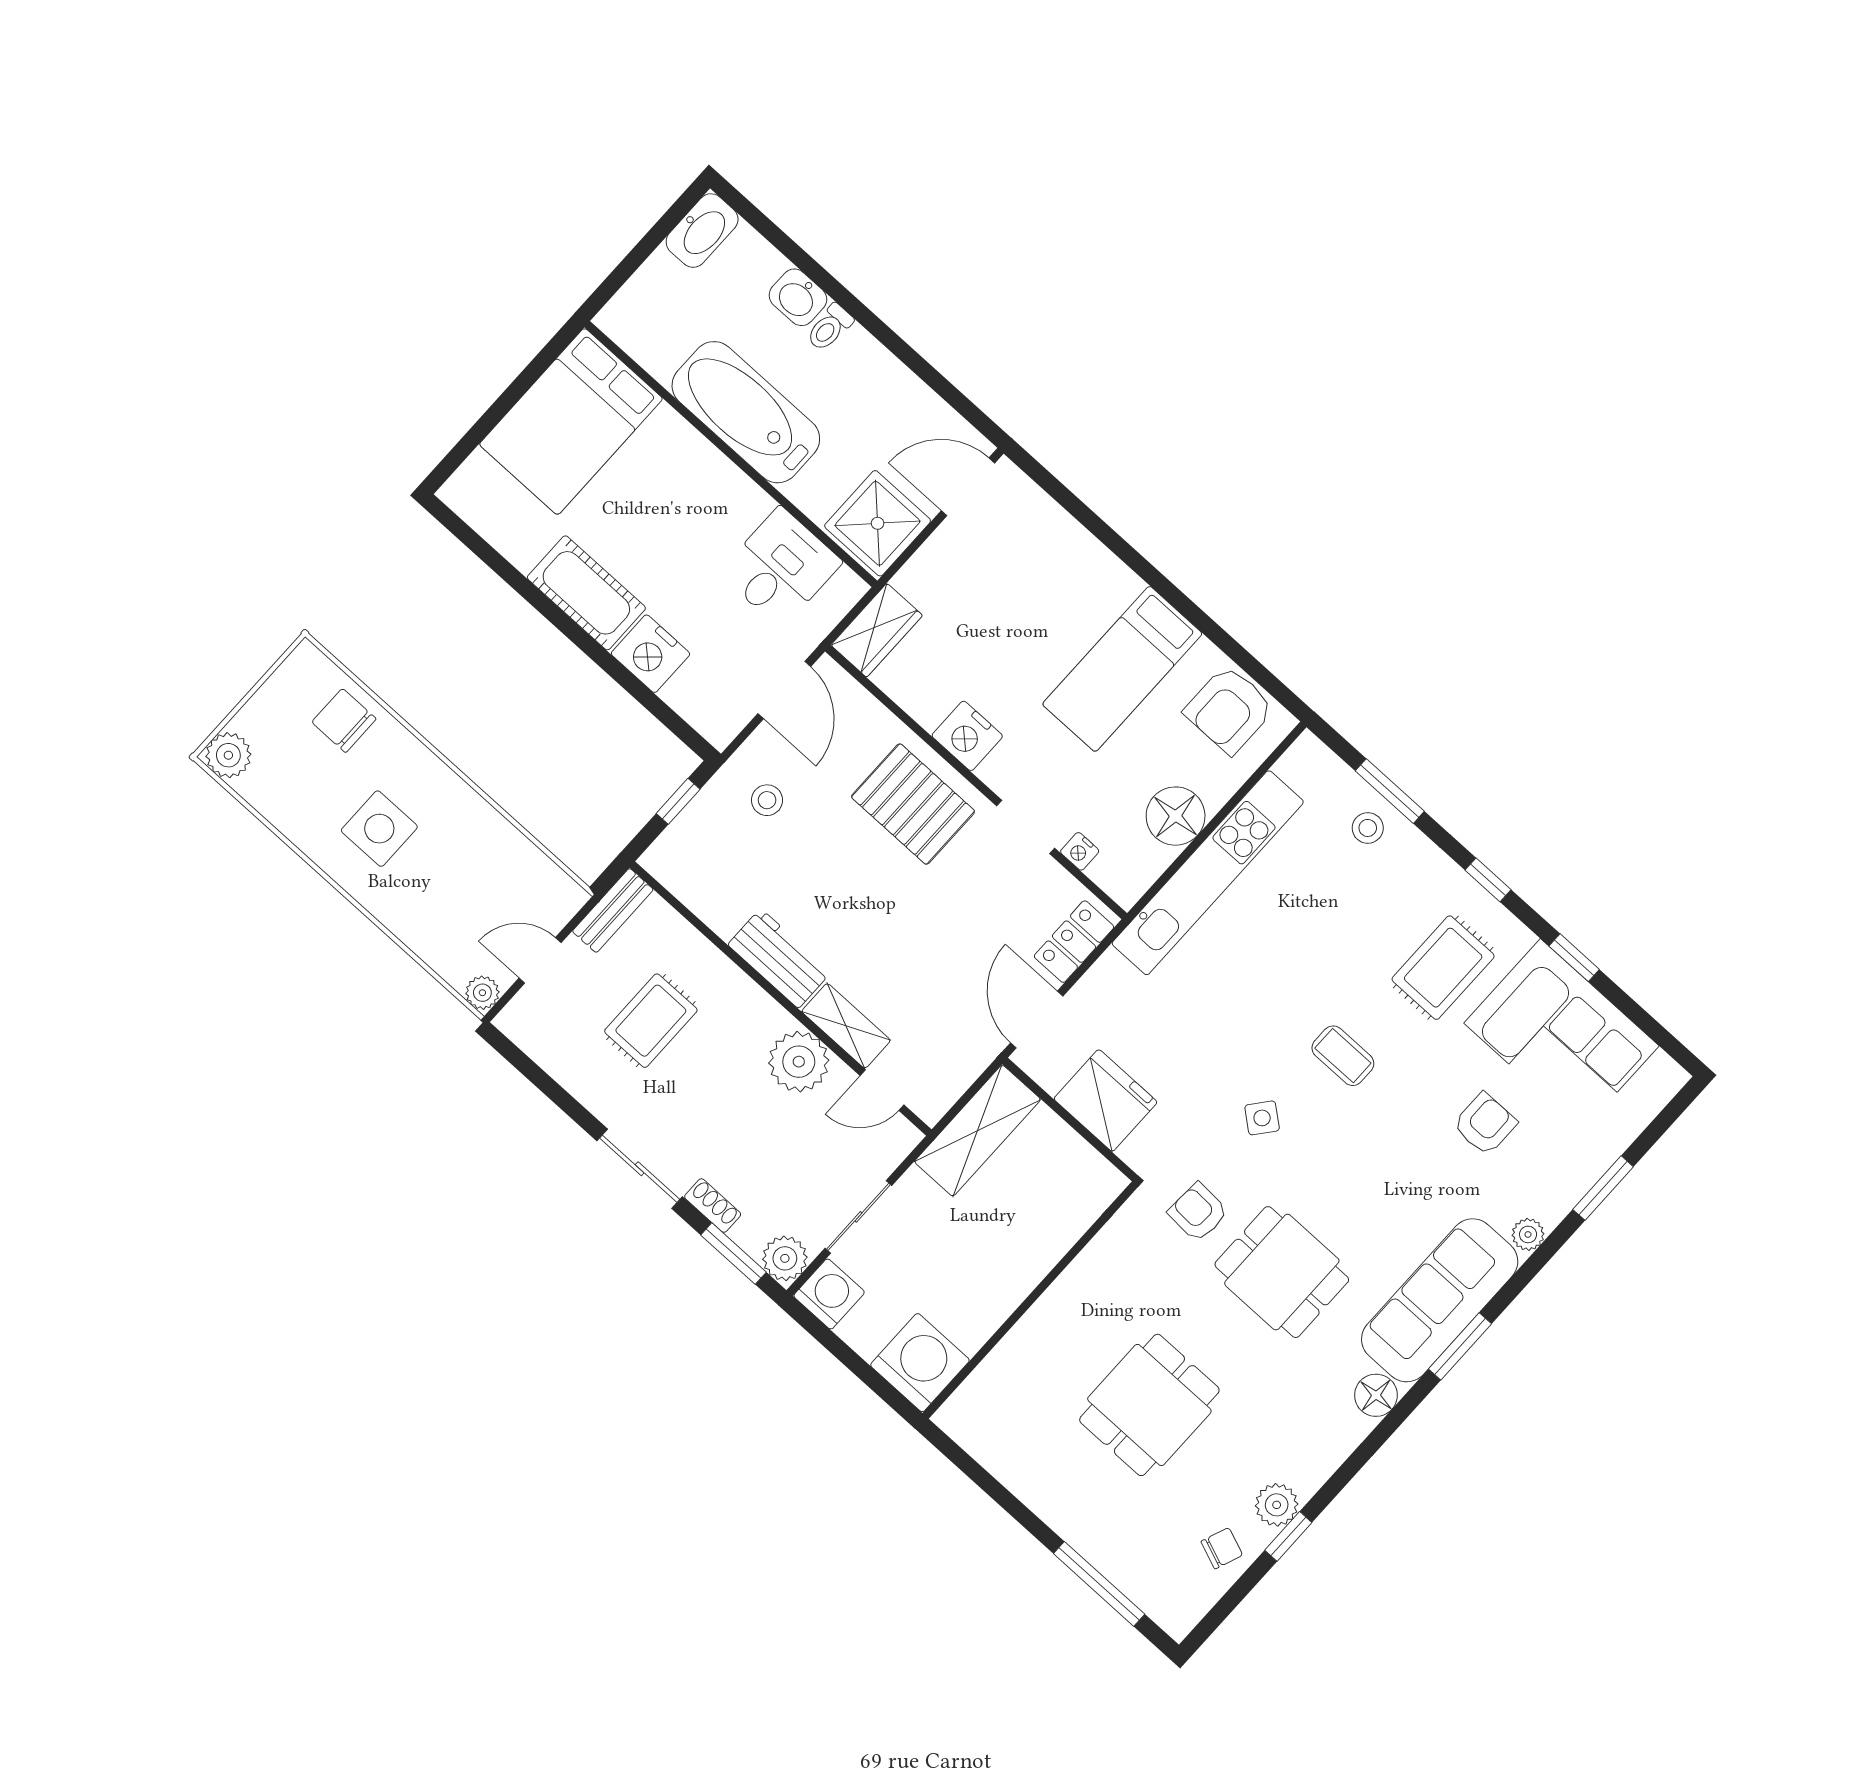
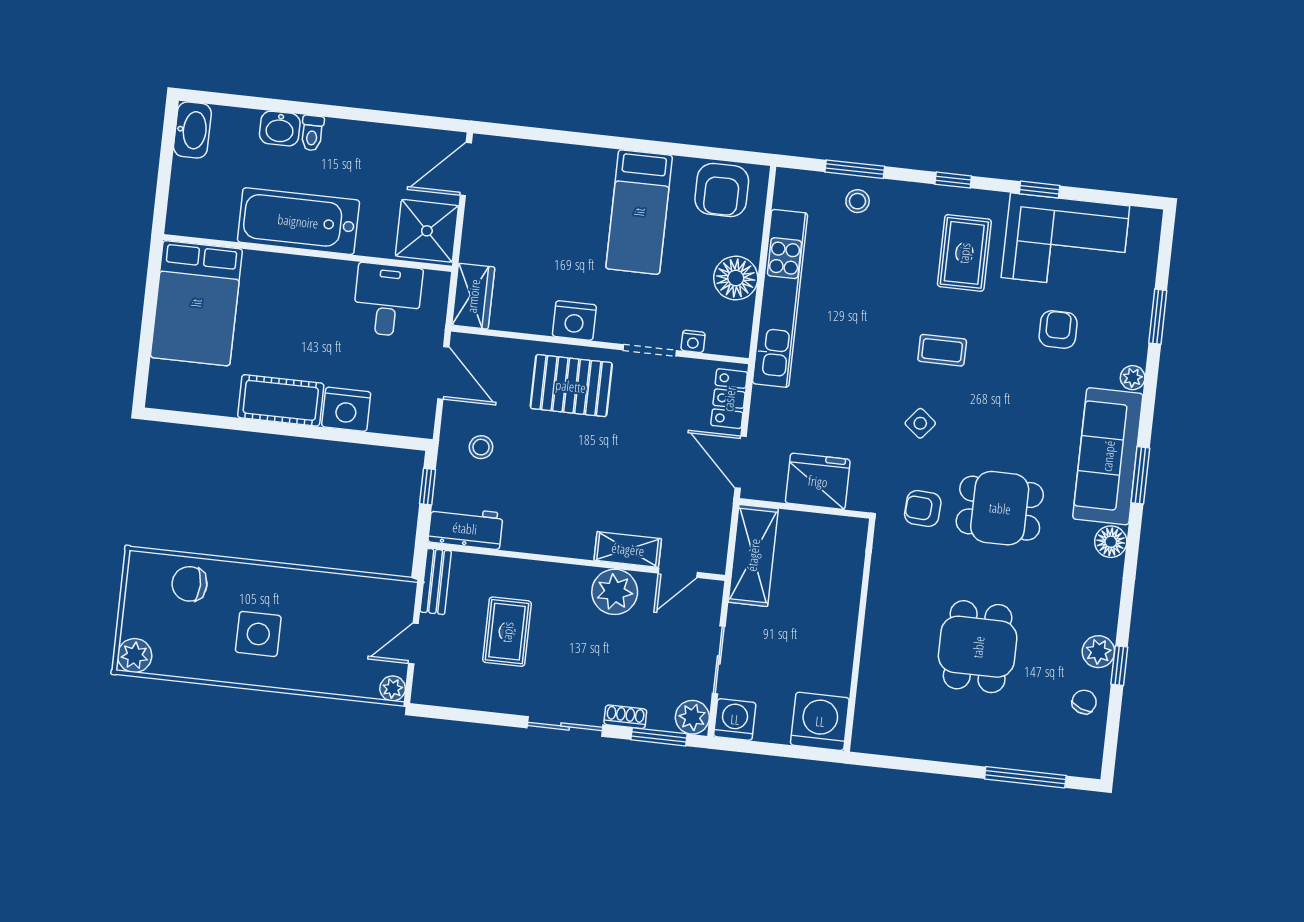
workbench: (779, 958) -> (465, 528), moved

